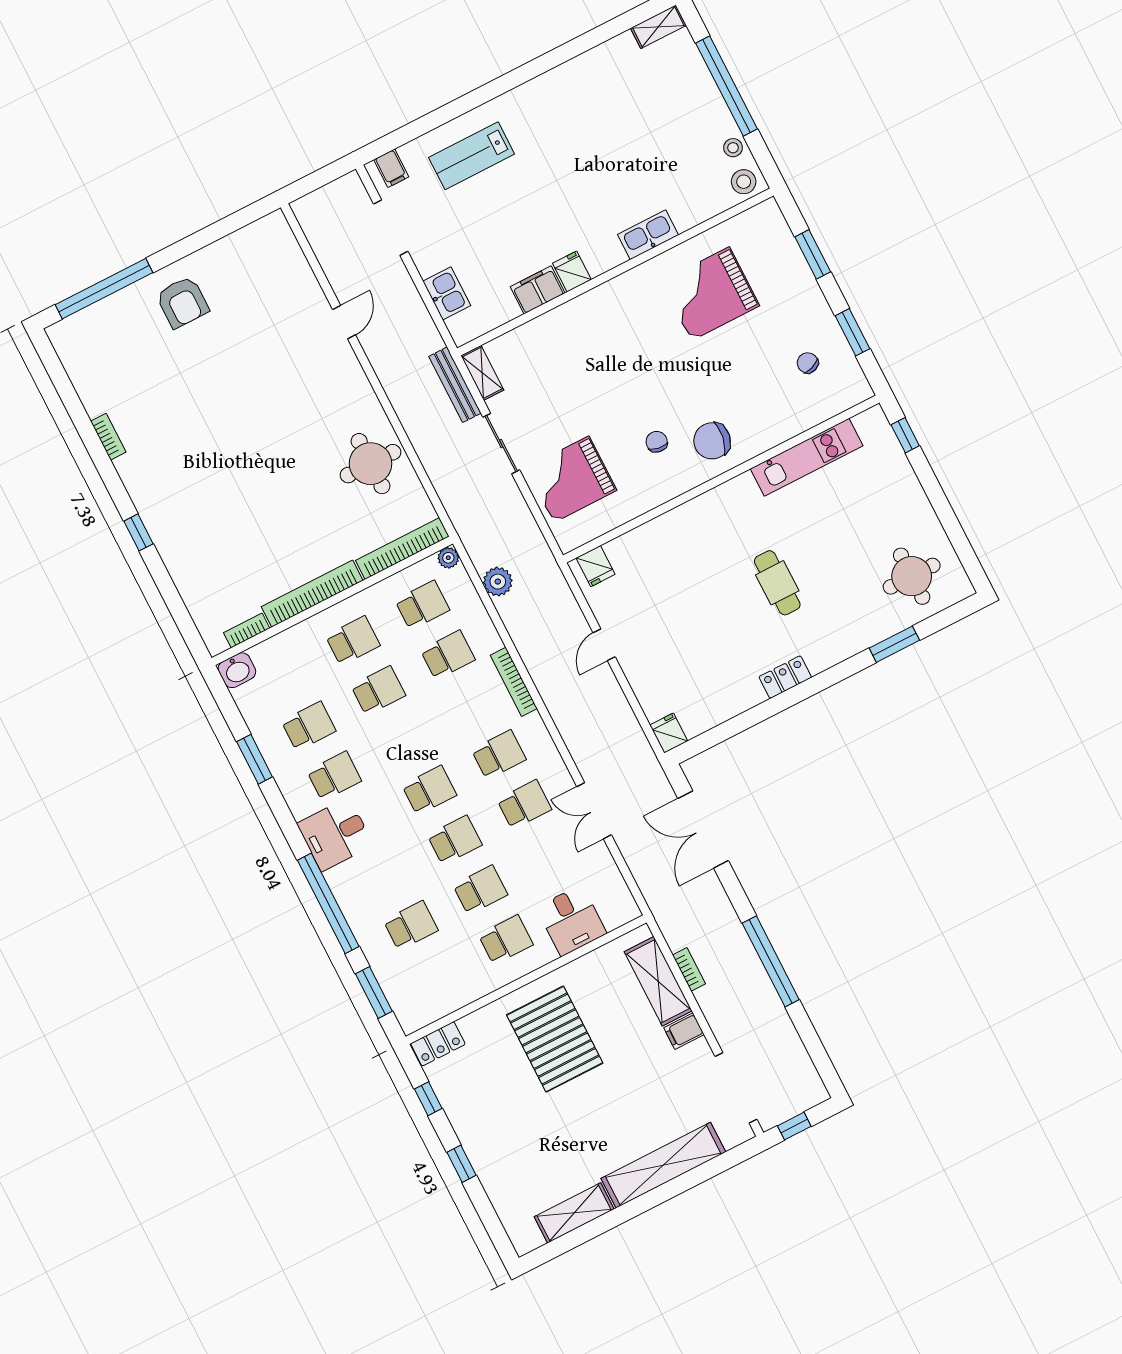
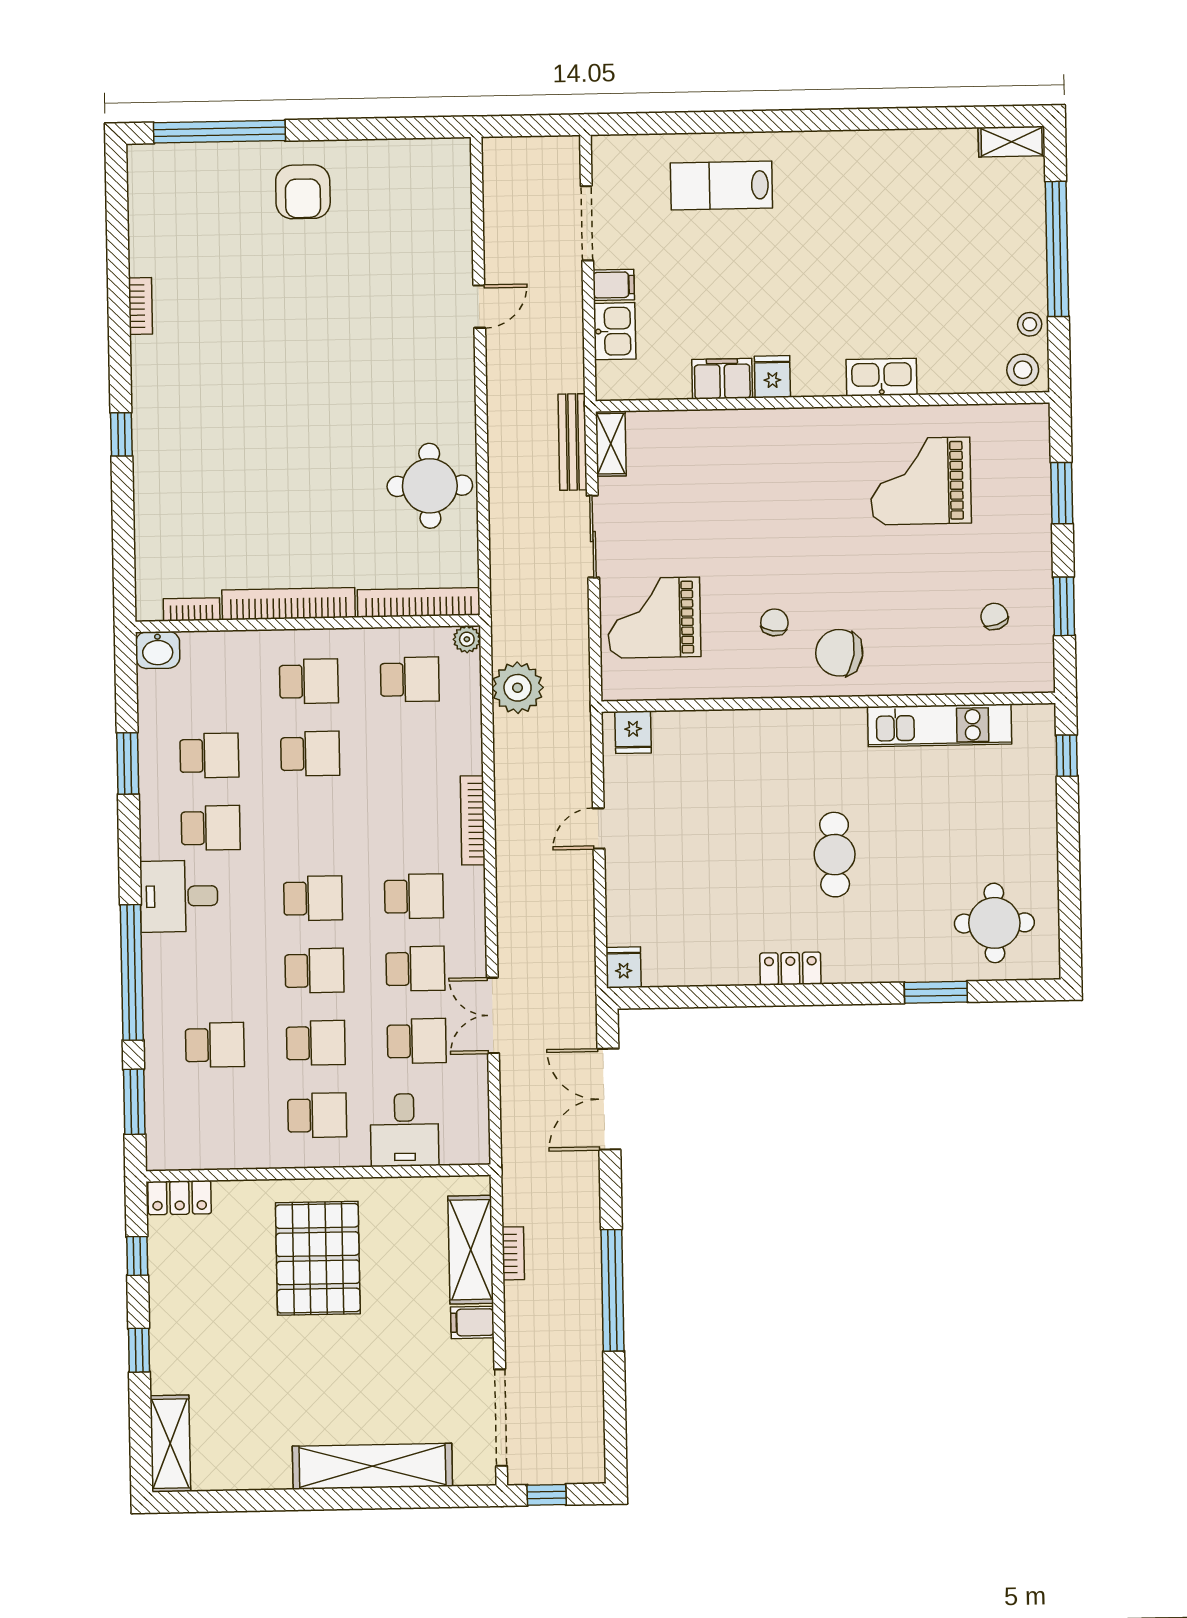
filing cabinet: (391, 168) -> (614, 285), moved, turned -90
plant: (498, 582) -> (518, 688), width x1.36, depth x1.36
school desk: (448, 655) -> (417, 1041), moved
shelving: (574, 1213) -> (170, 1444), moved, turned 90

